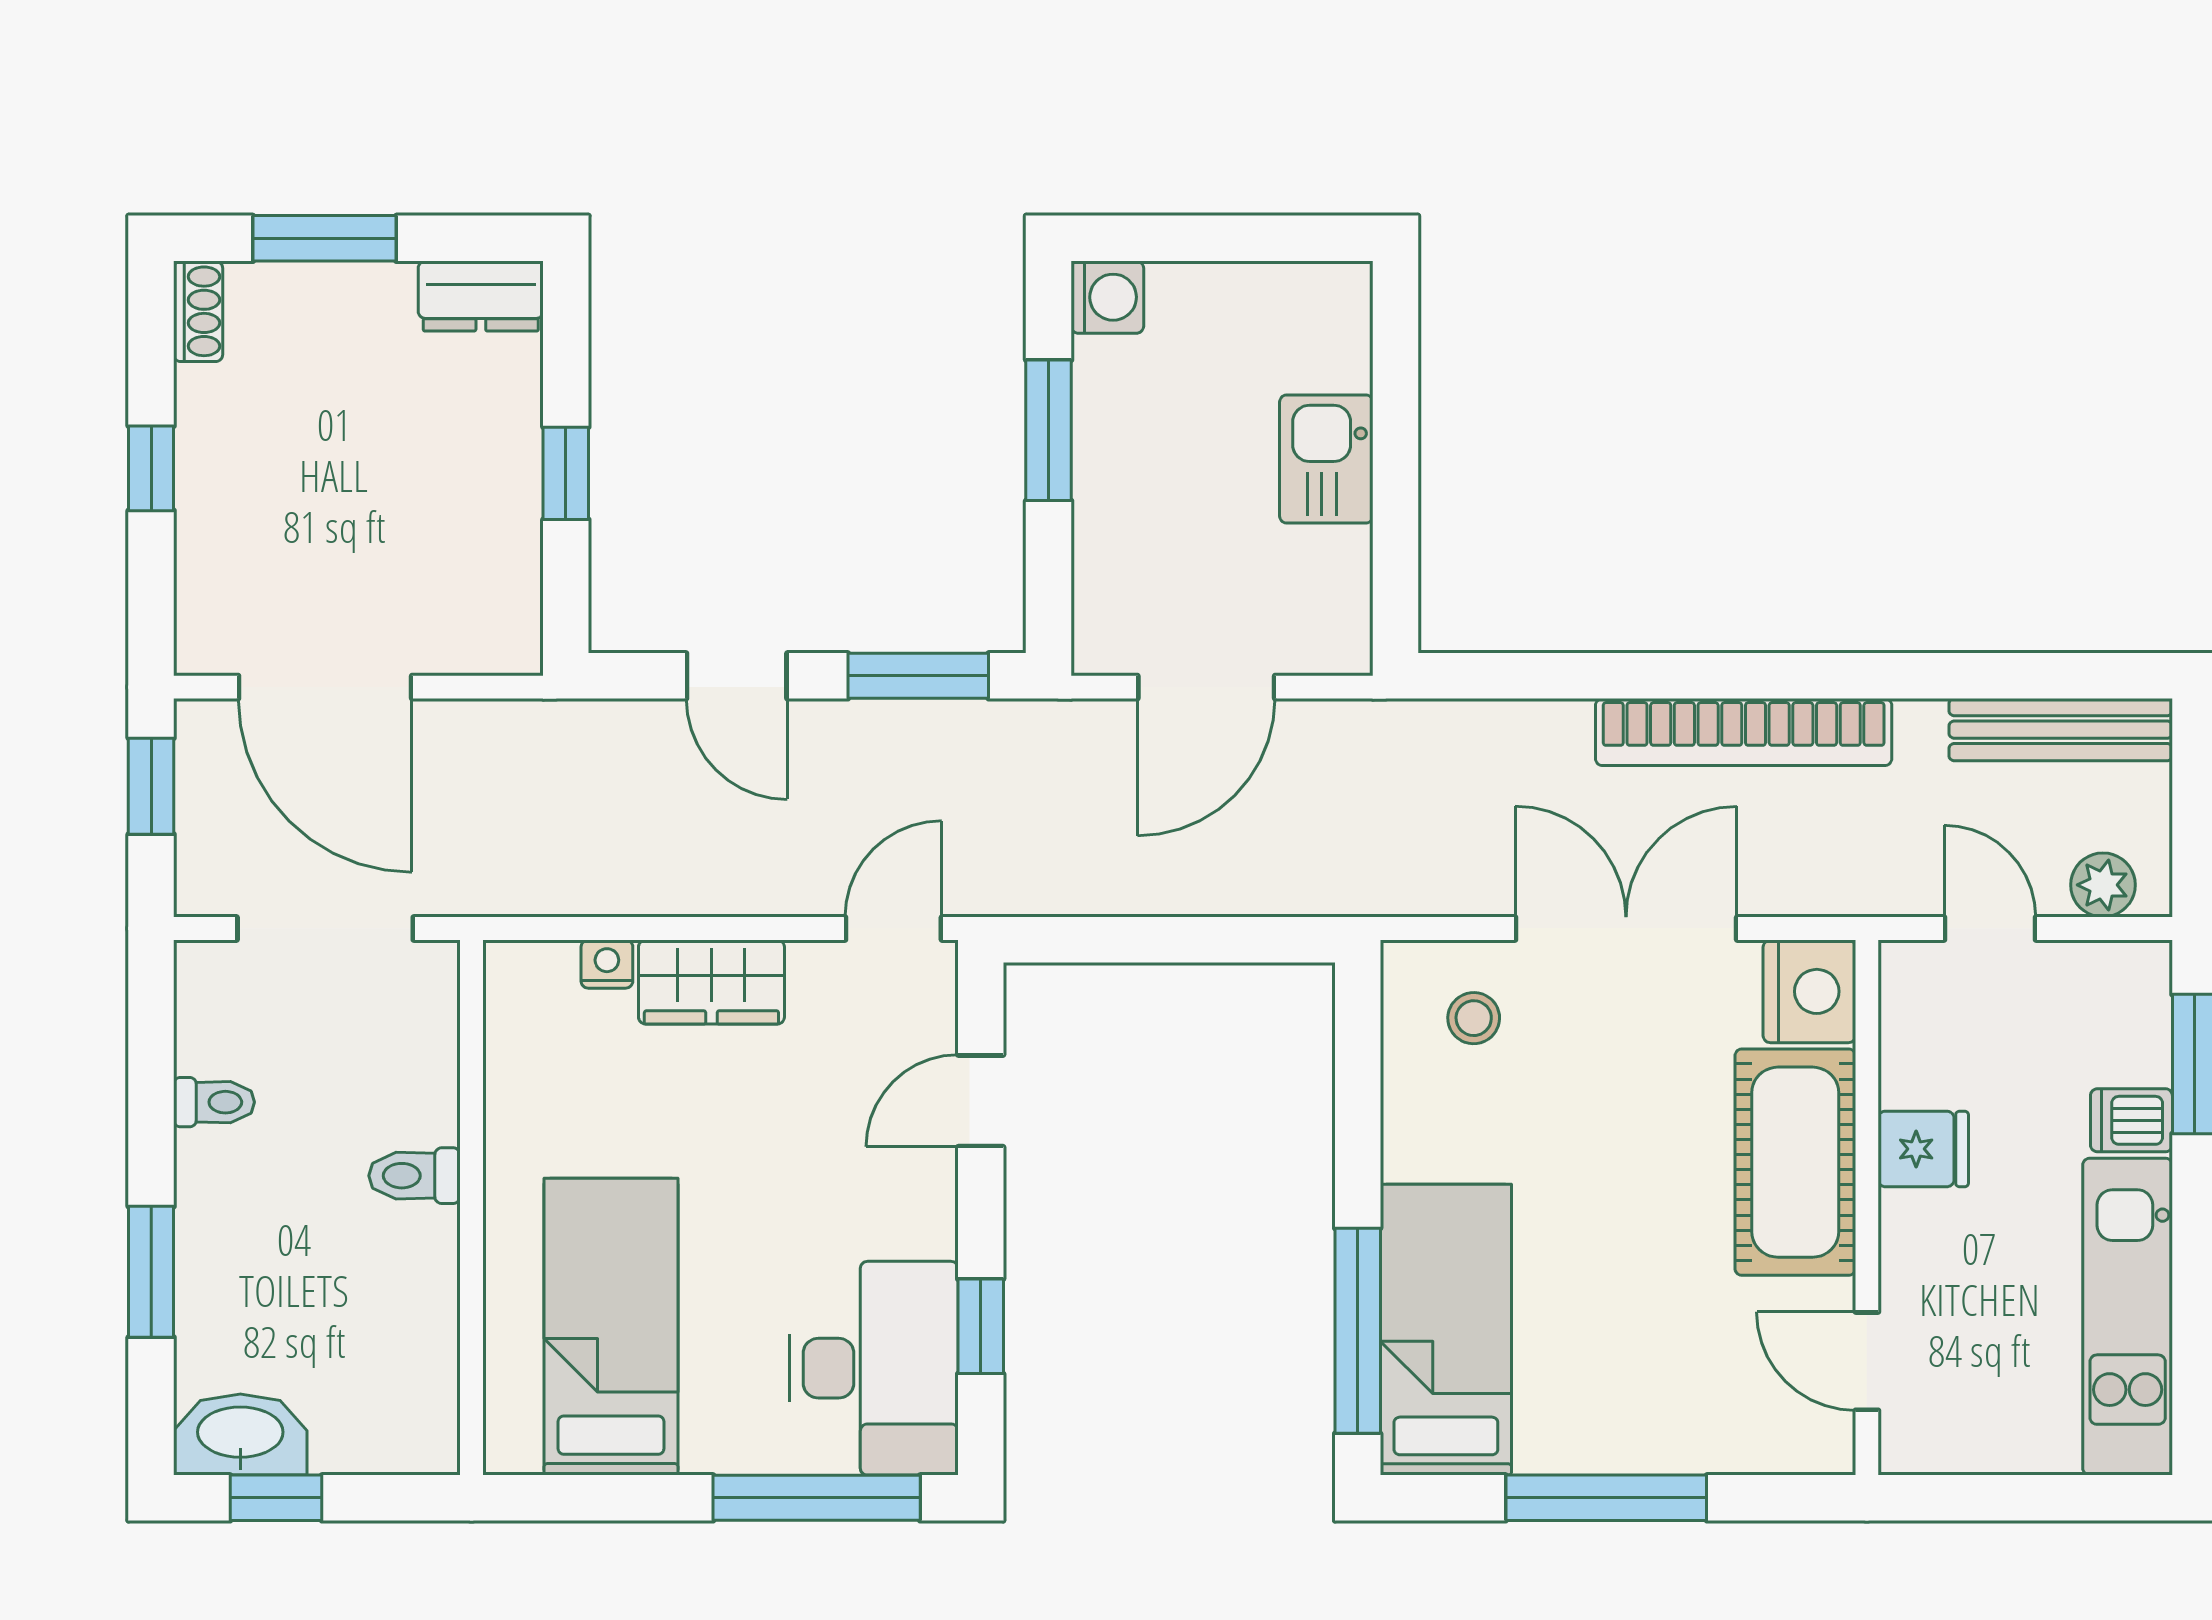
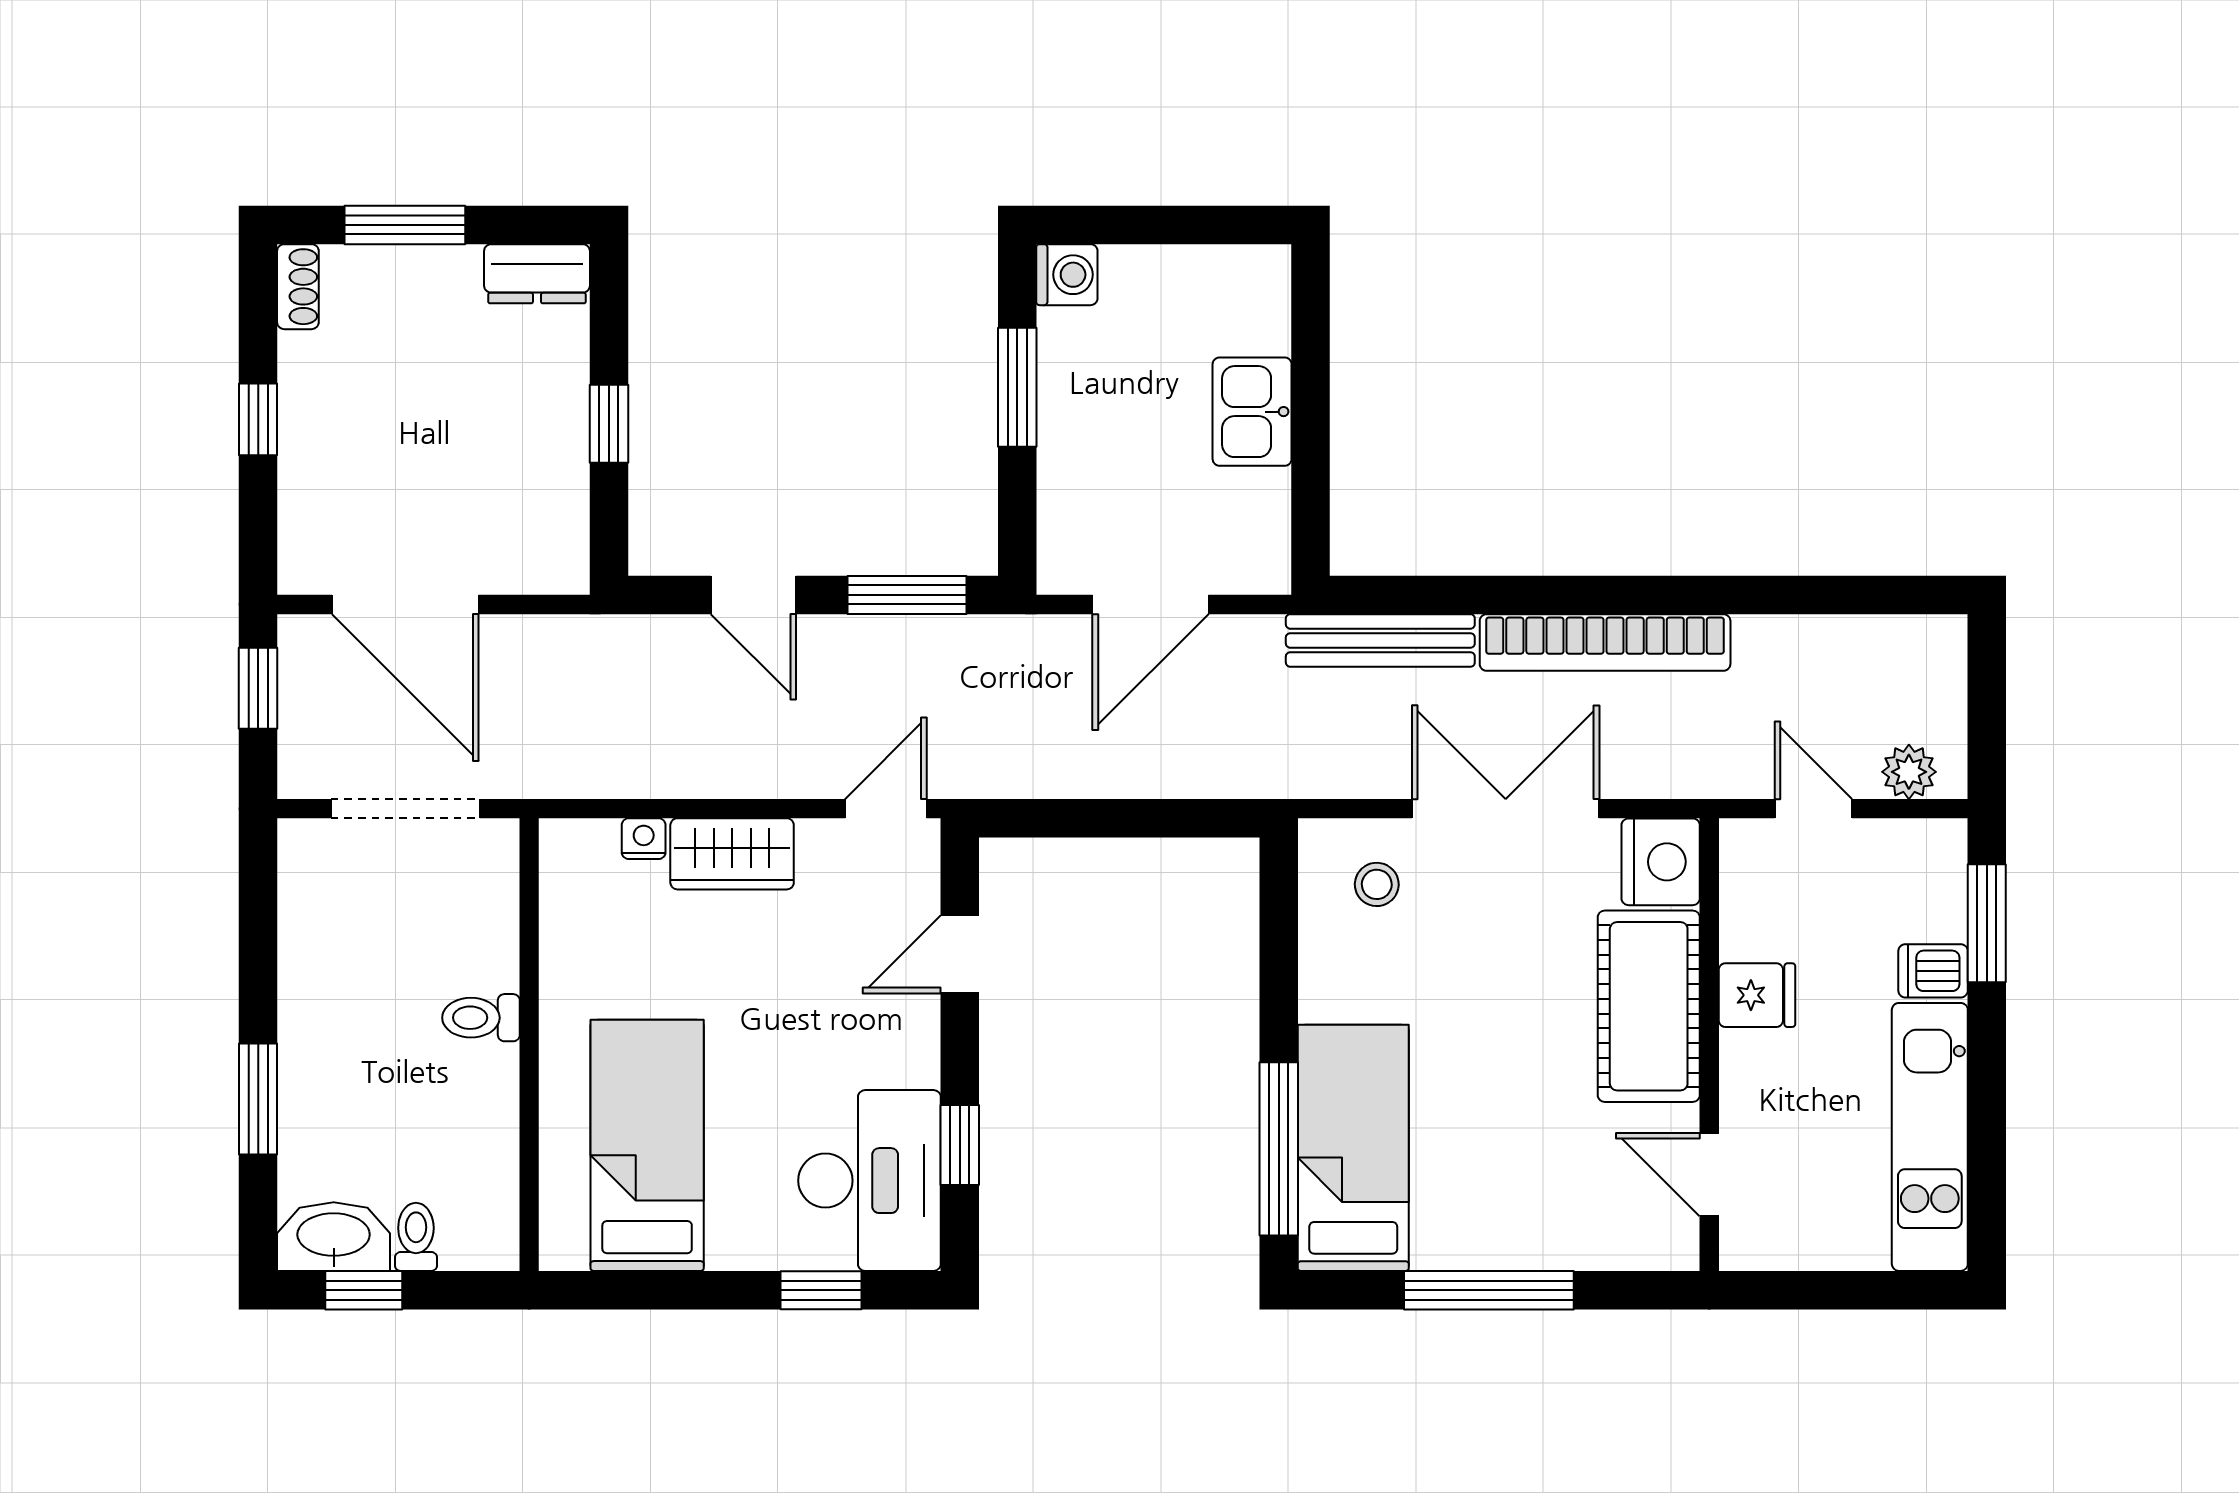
bench: (2061, 730) -> (1380, 640), moved
toilet: (214, 1102) -> (416, 1237), moved, turned -90
window: (817, 1498) -> (821, 1290), width x0.46

